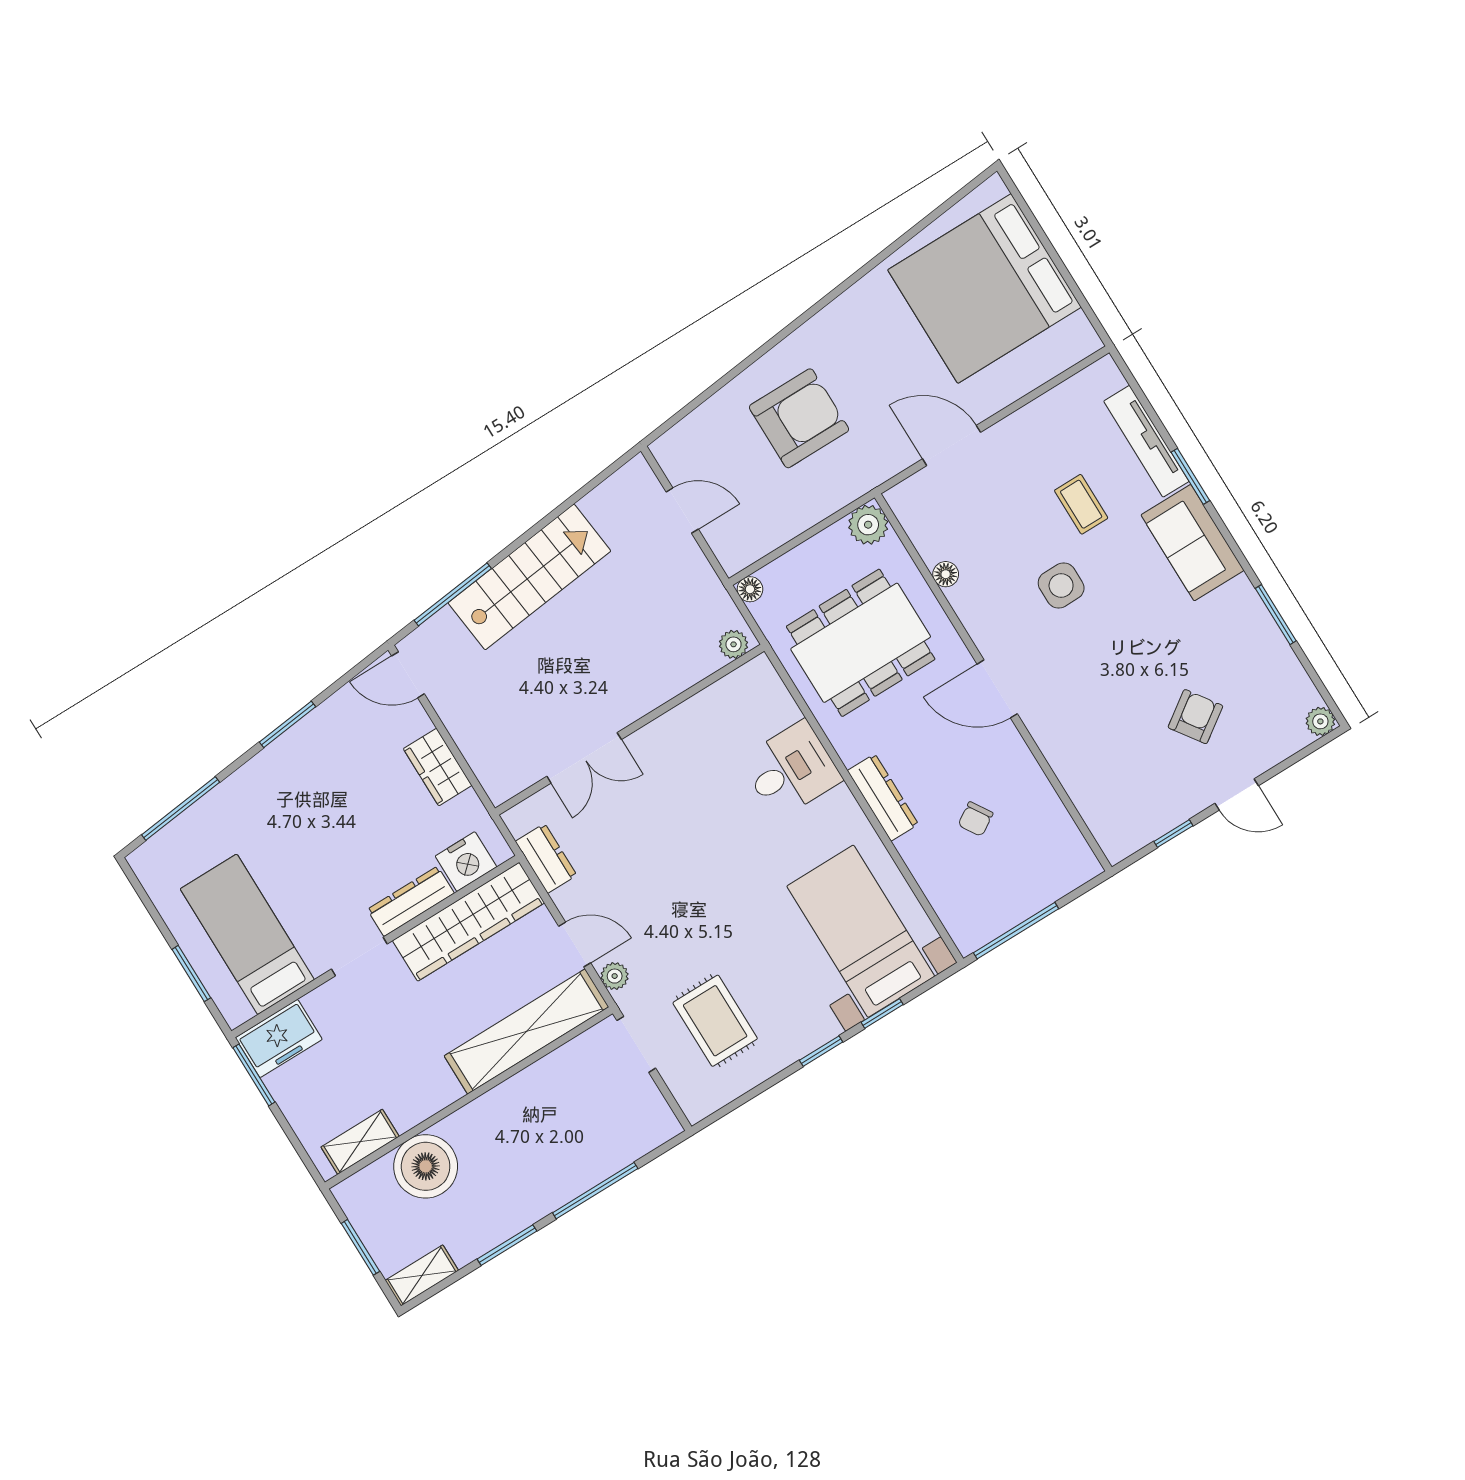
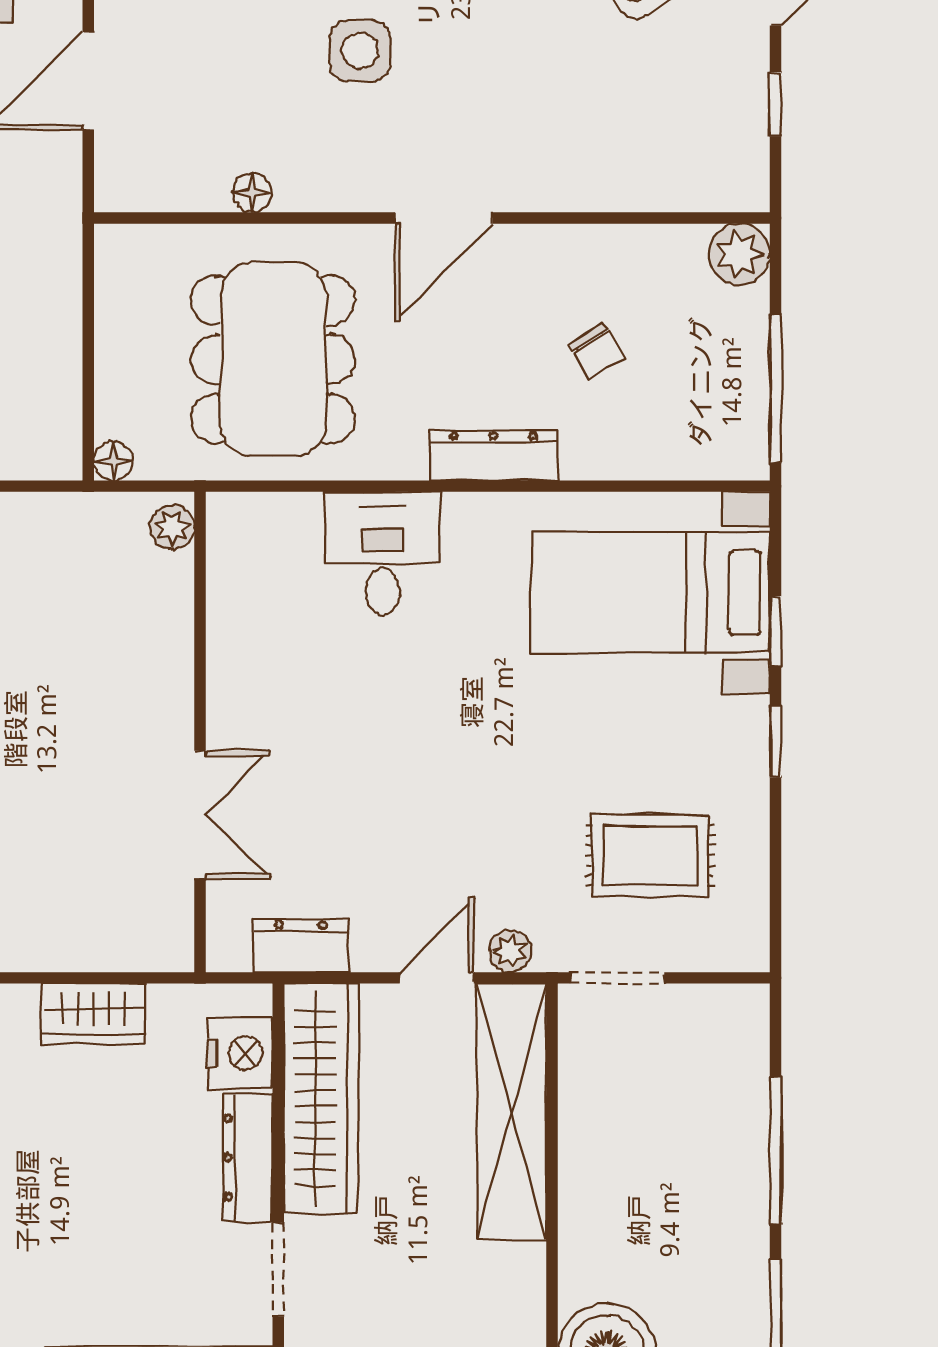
plant: (868, 525) -> (739, 254), moved

